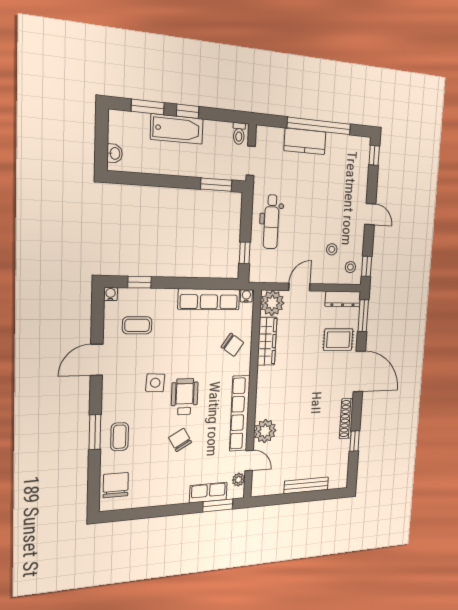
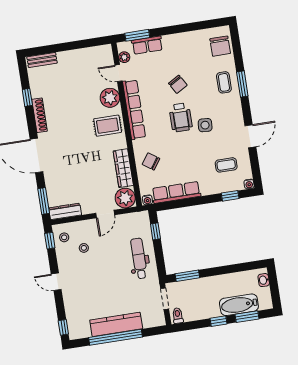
bathtub: (177, 129) -> (239, 305), moved
kitchen counter: (305, 141) -> (116, 324), width x1.50
rug: (338, 340) -> (108, 126), moved
bench: (306, 485) -> (42, 60), moved, width x0.73

